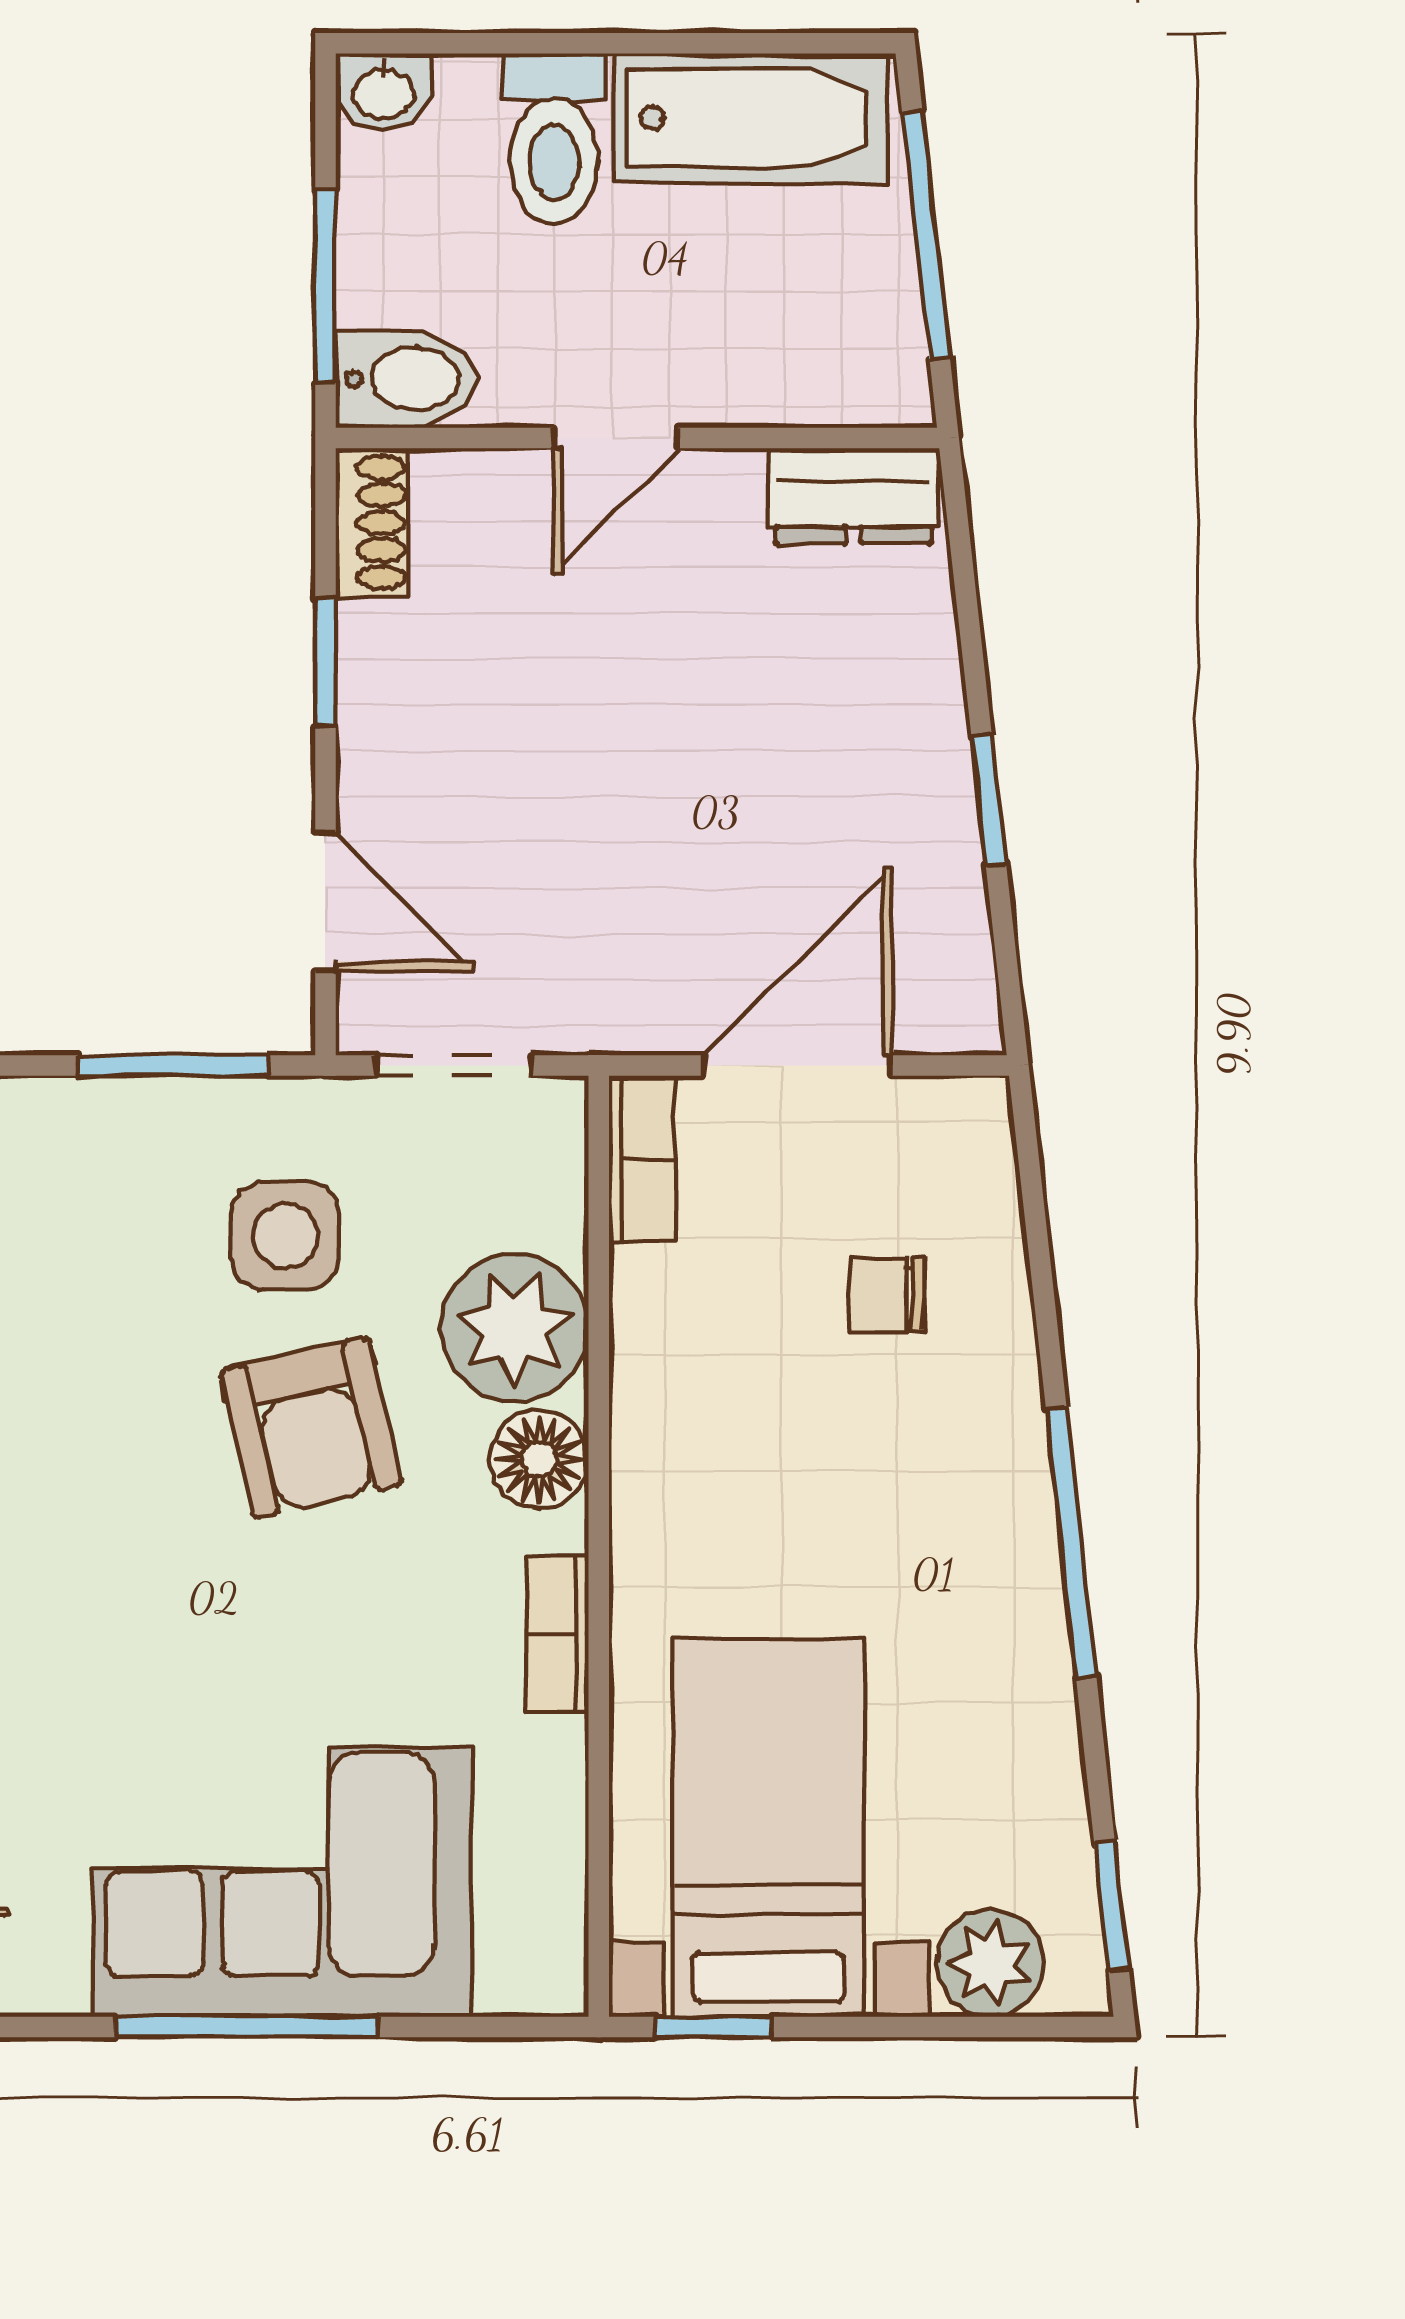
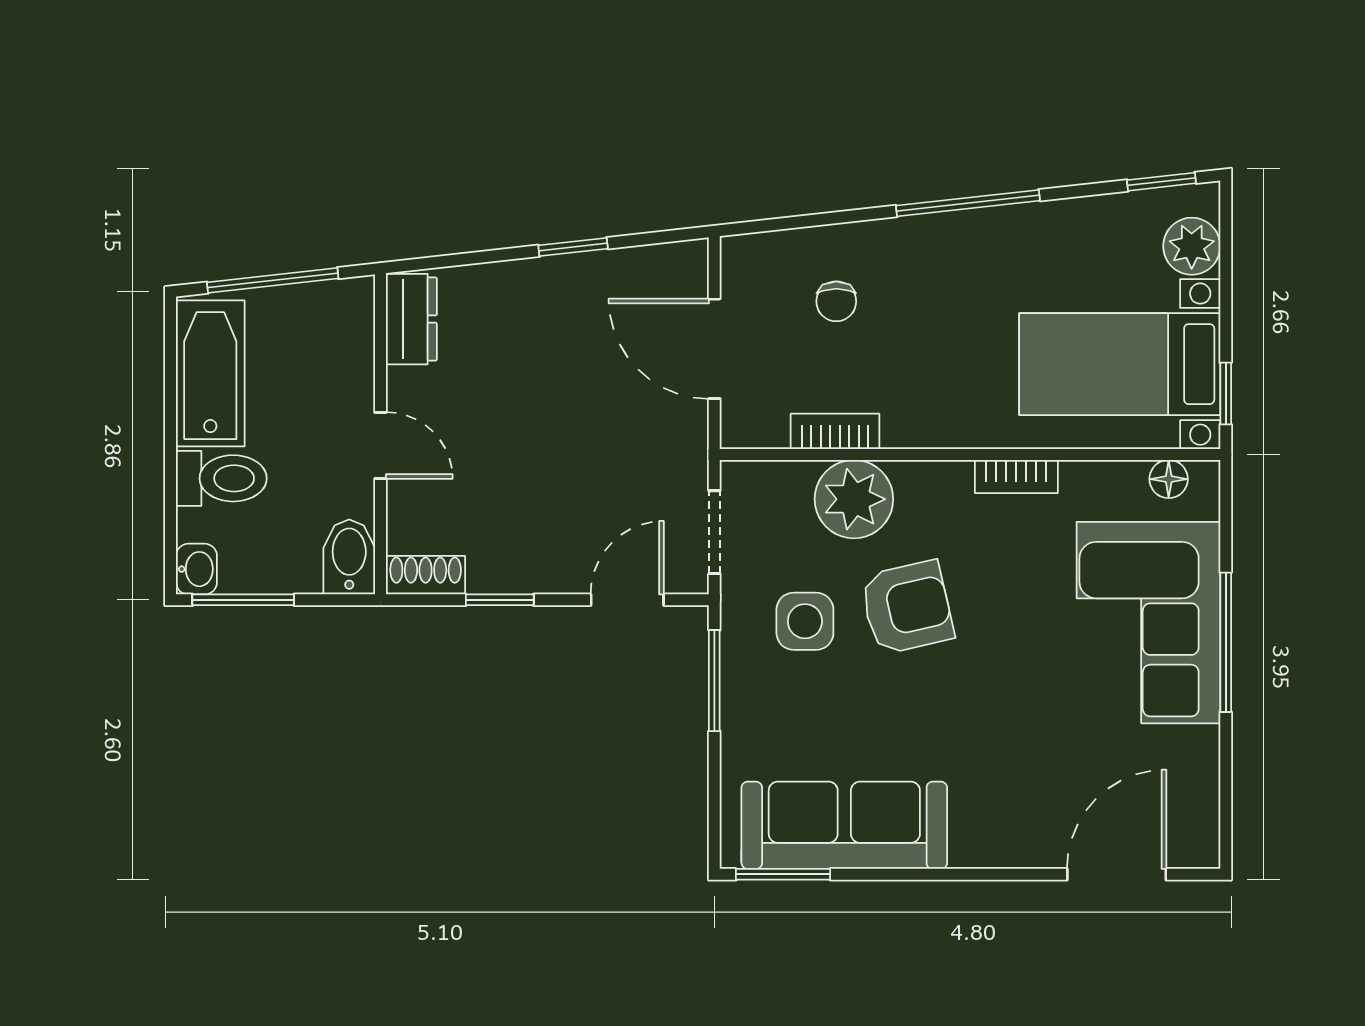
window: (325, 287) -> (243, 600), moved
bookcase: (642, 1159) -> (835, 431), moved
floor lamp: (539, 1459) -> (1169, 479), moved, width x0.73, depth x0.73

